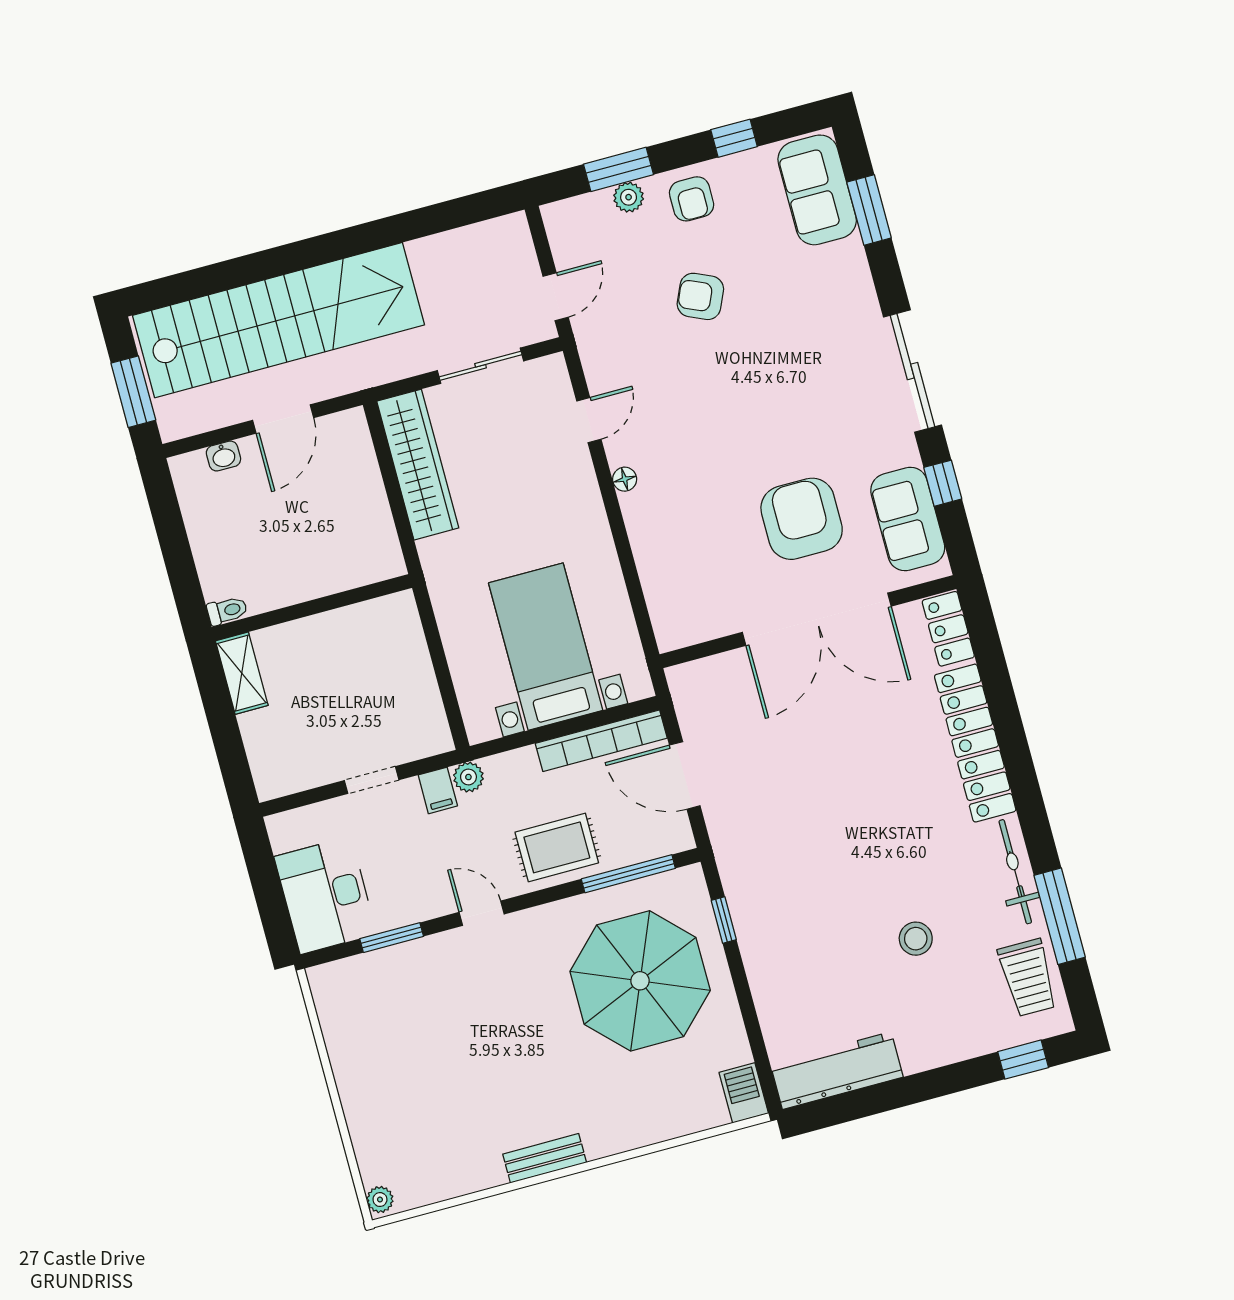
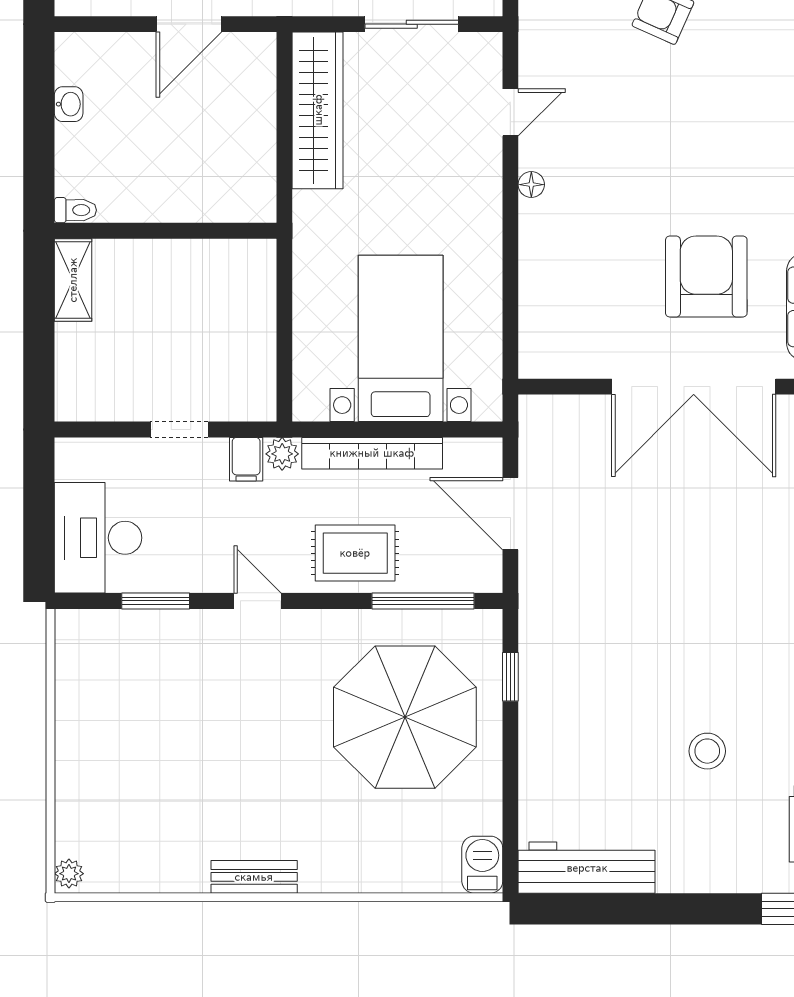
washbasin: (223, 456) -> (69, 104), moved, turned -90
bookcase: (601, 741) -> (372, 453), moved

